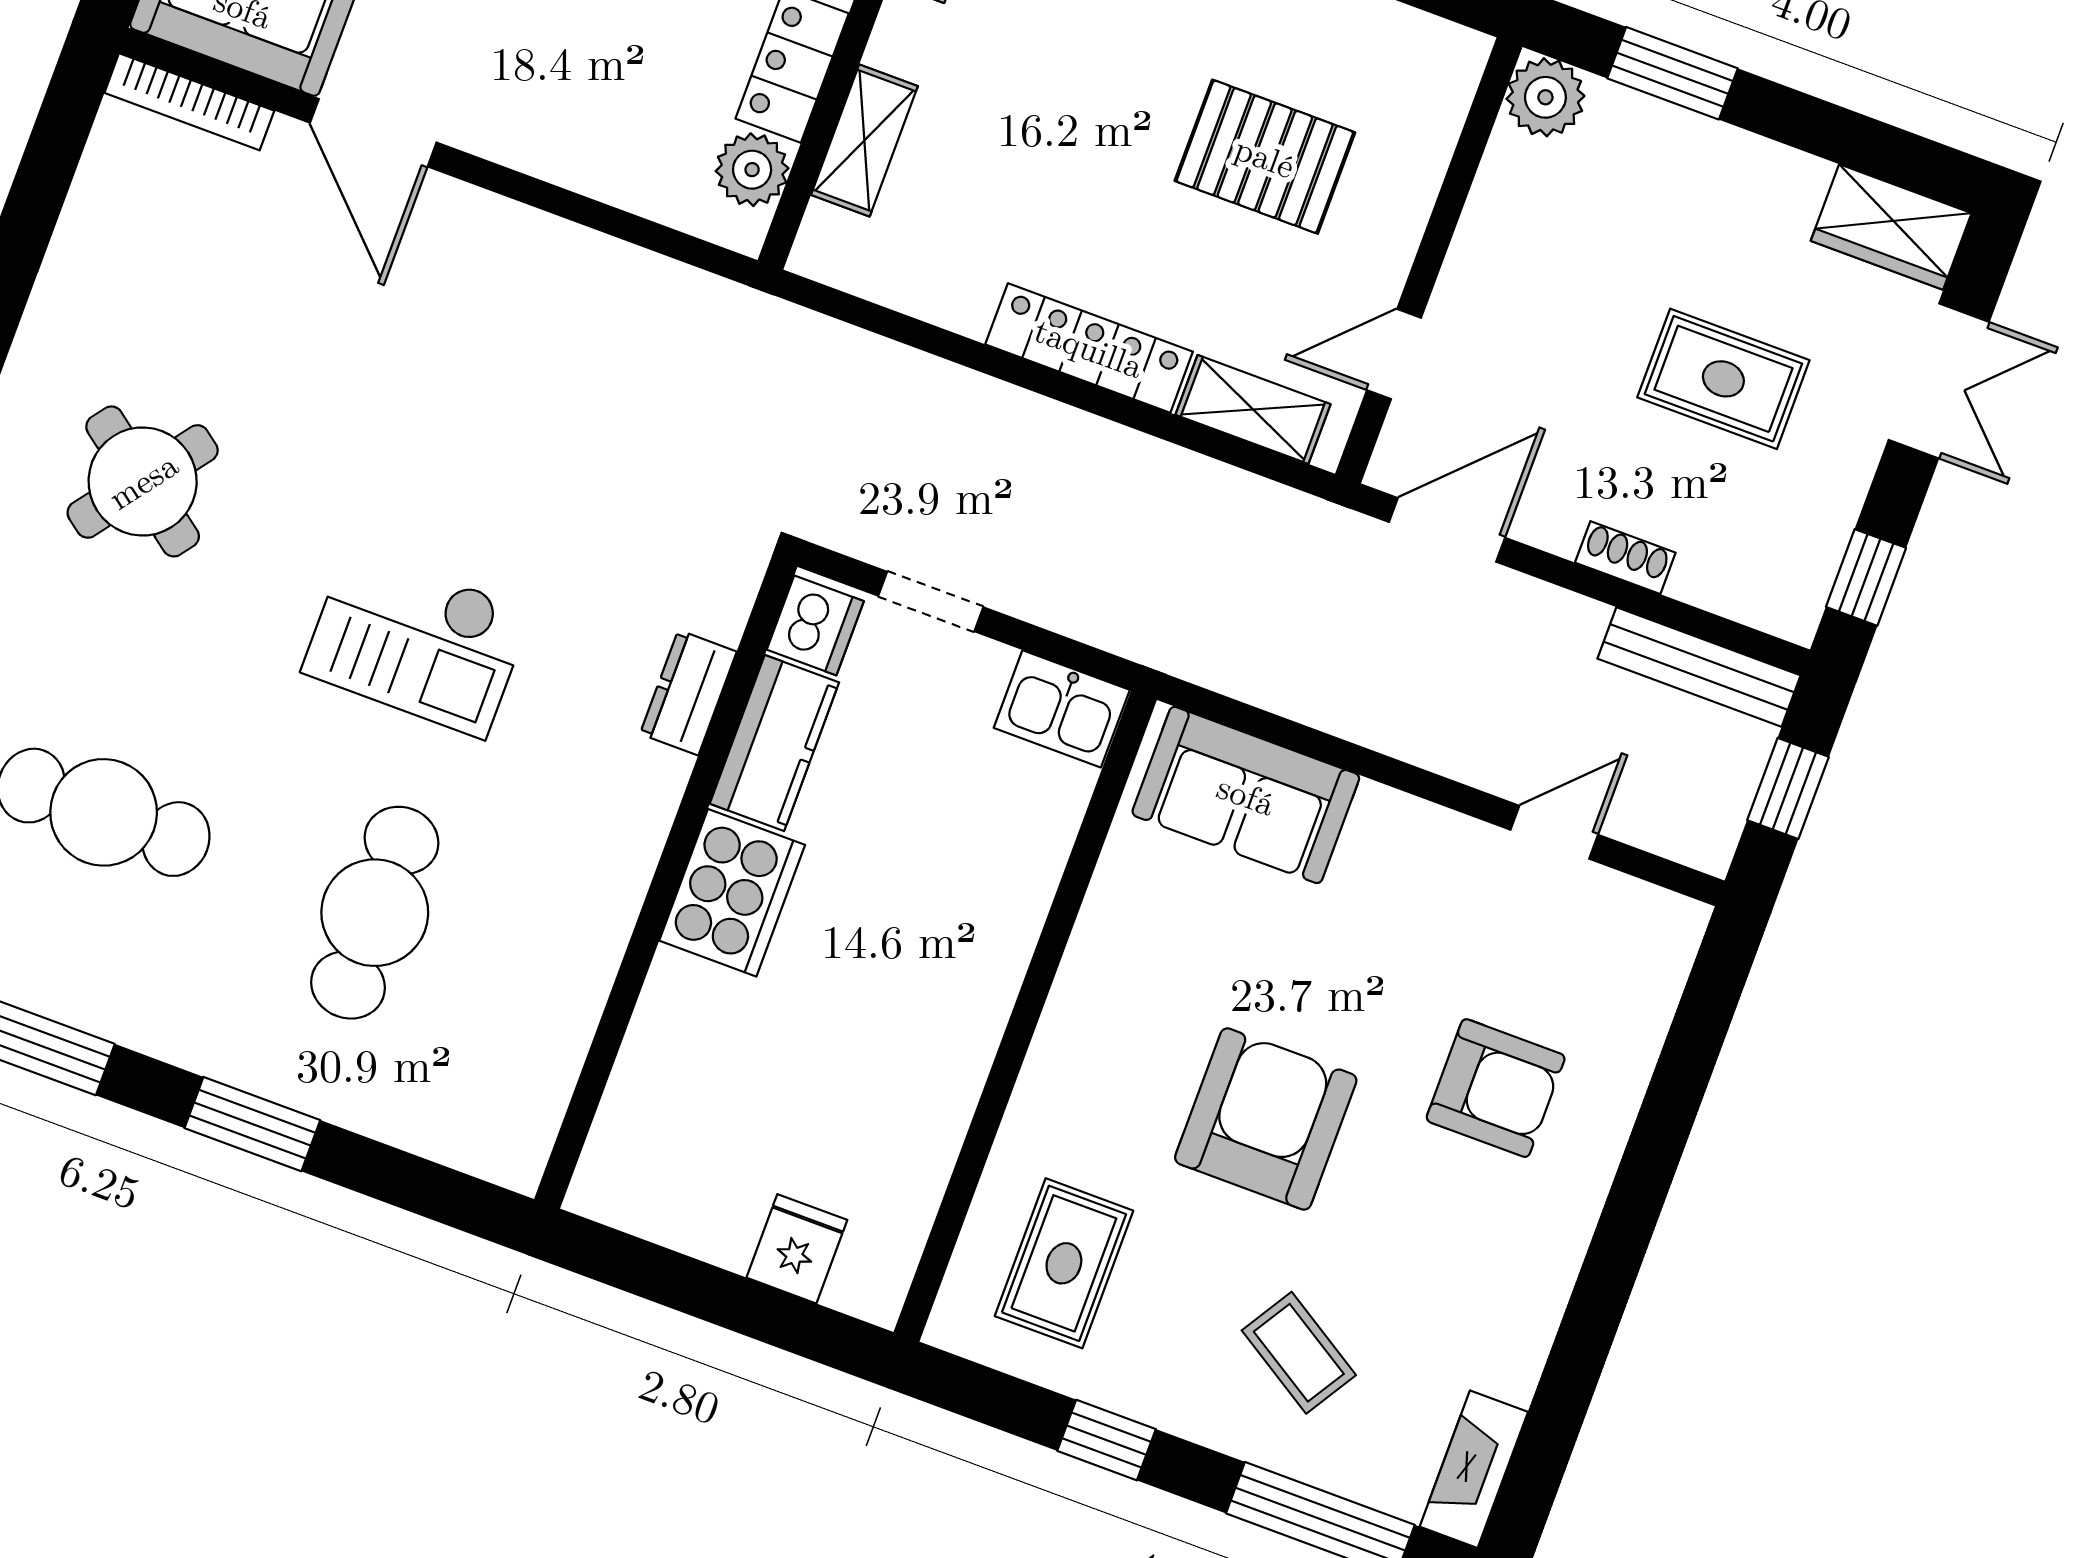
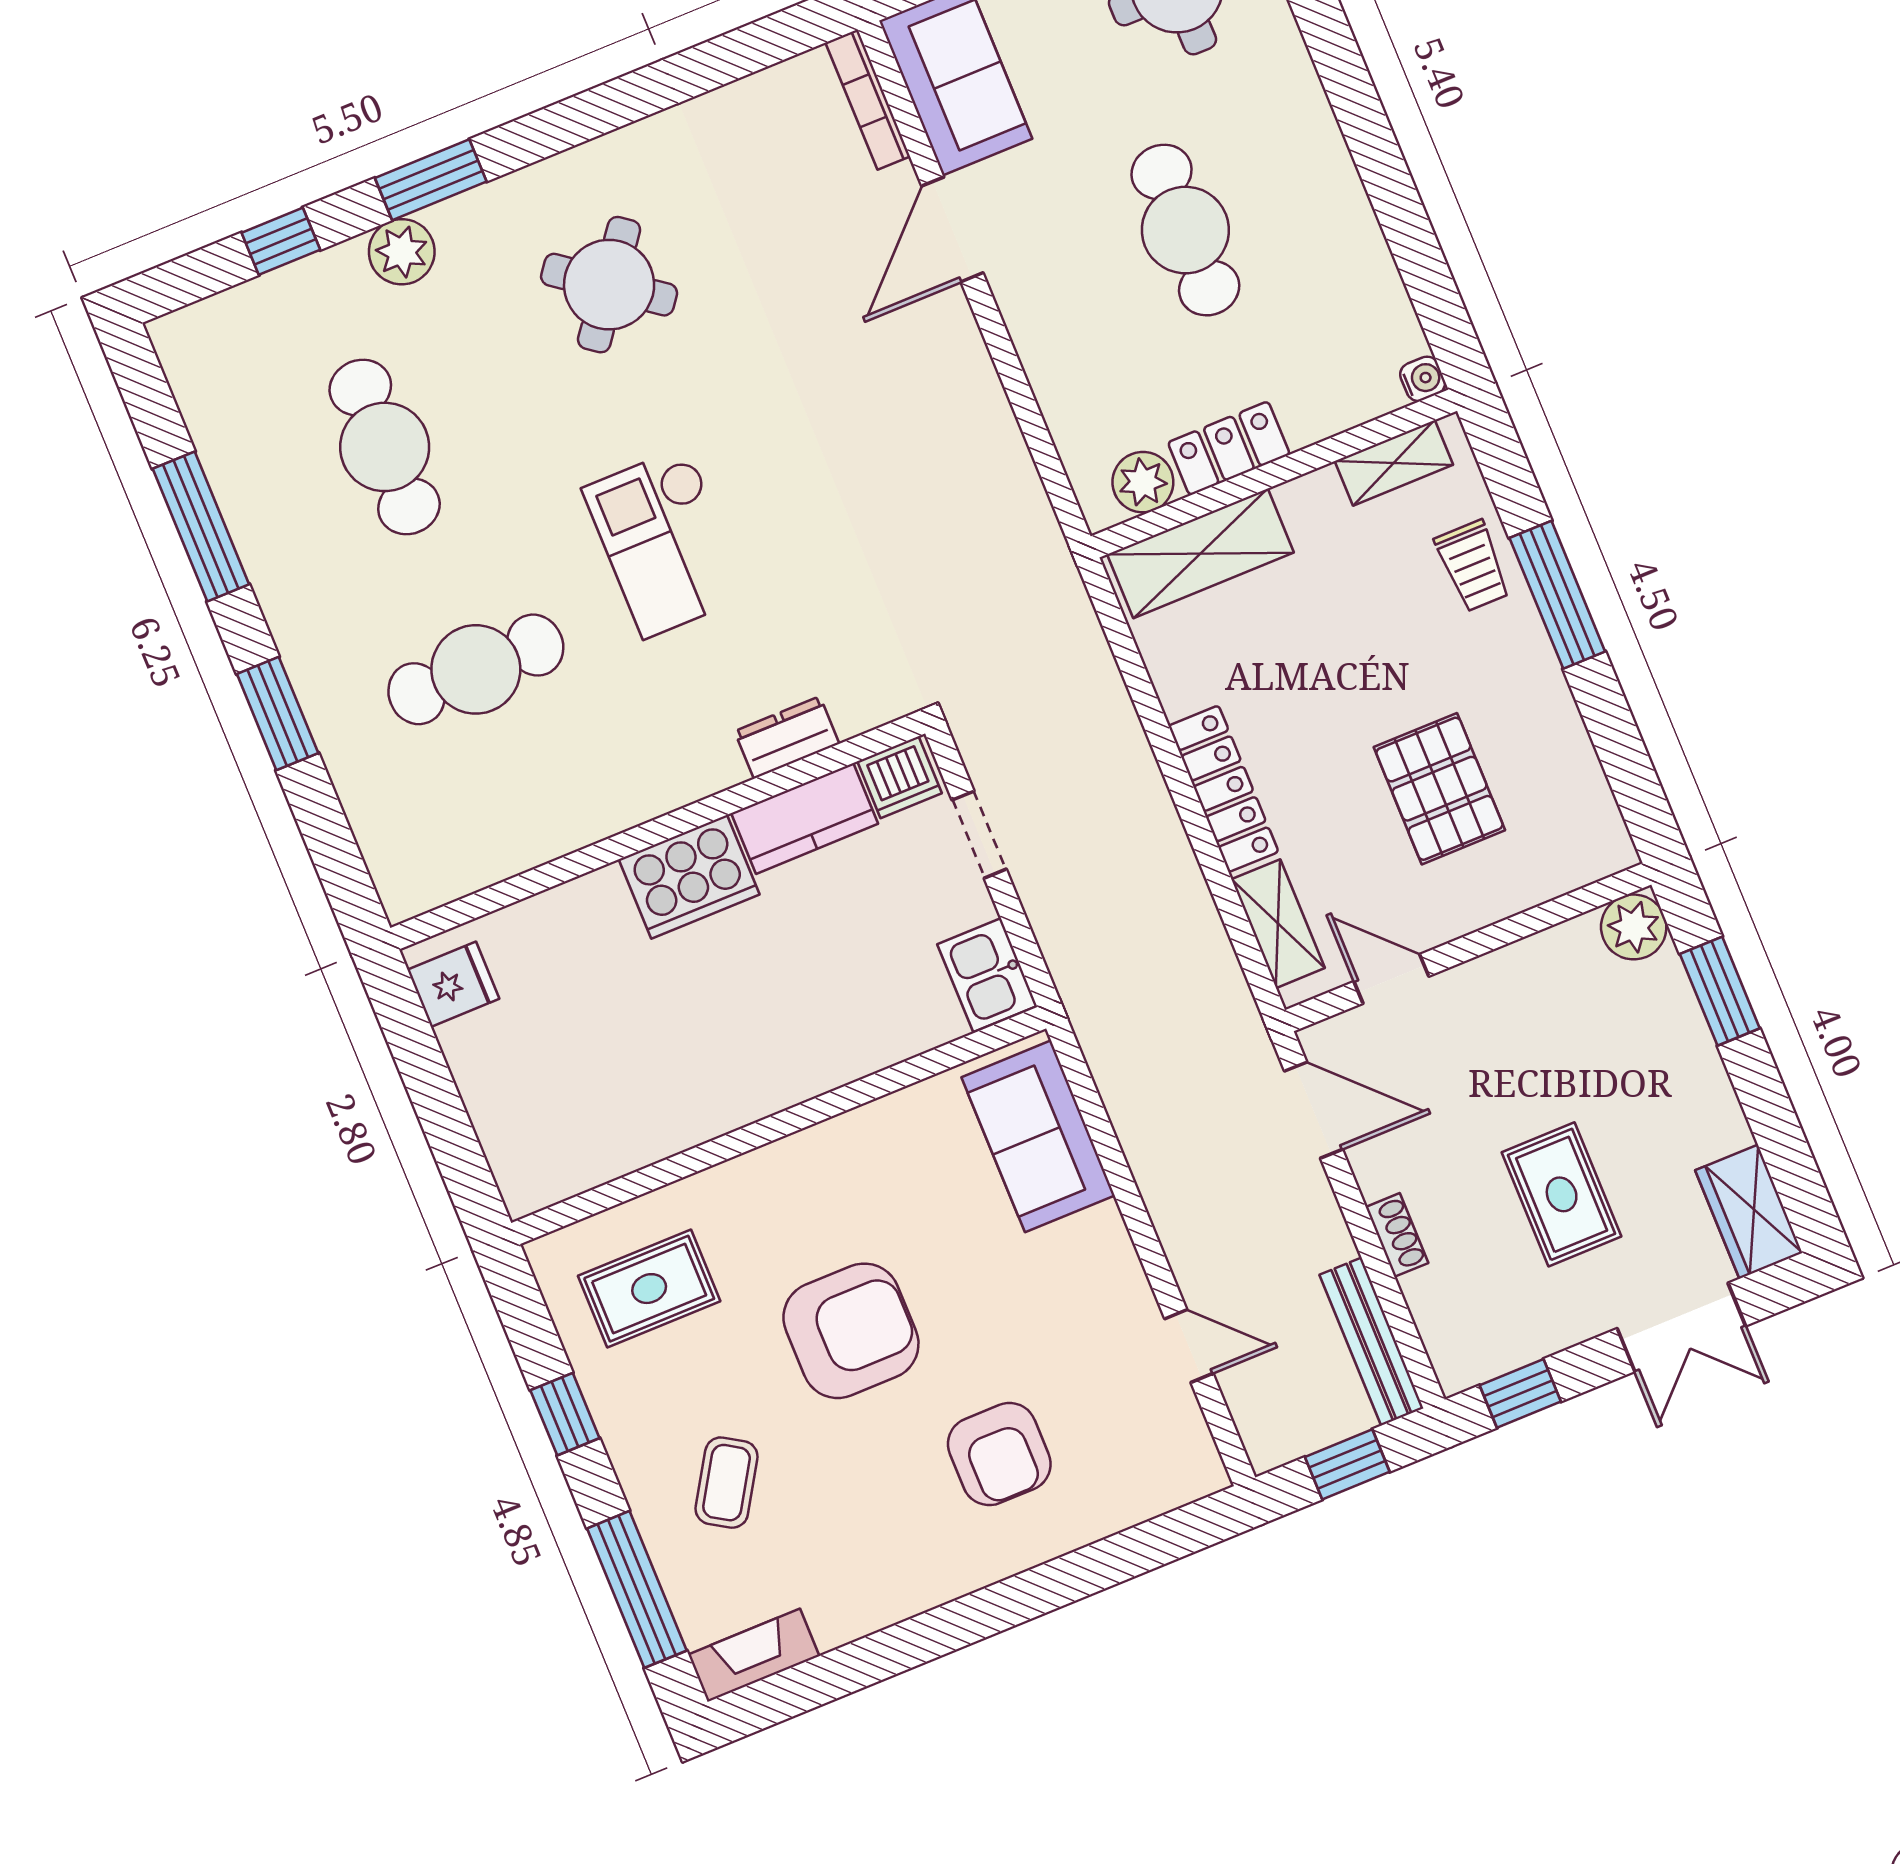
shelving: (864, 140) -> (1201, 553), width x1.50, depth x1.33
fridge: (797, 1249) -> (453, 984), moved

